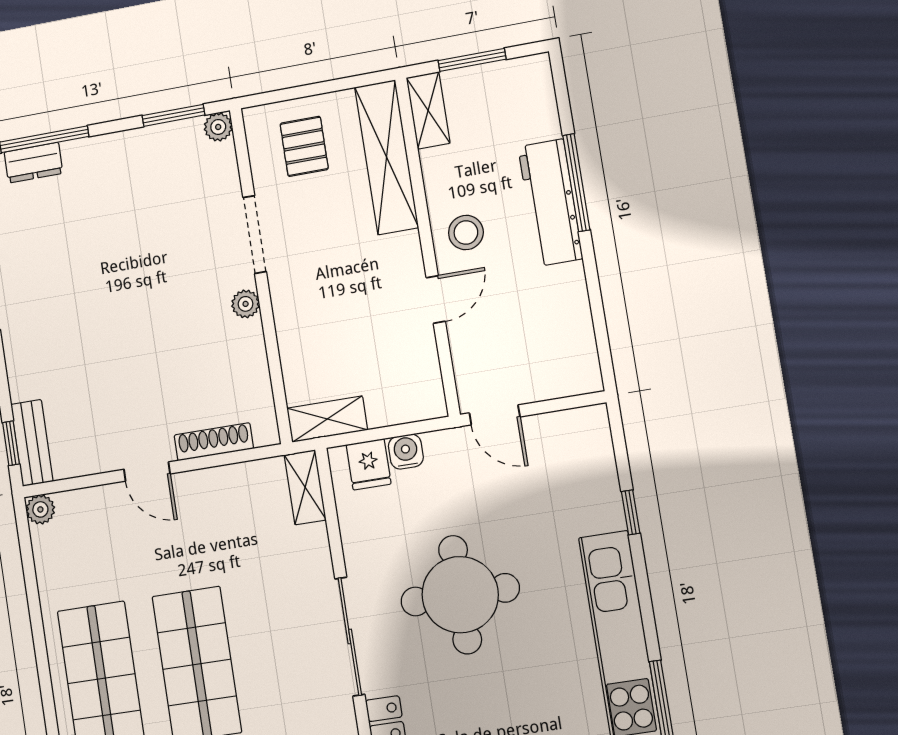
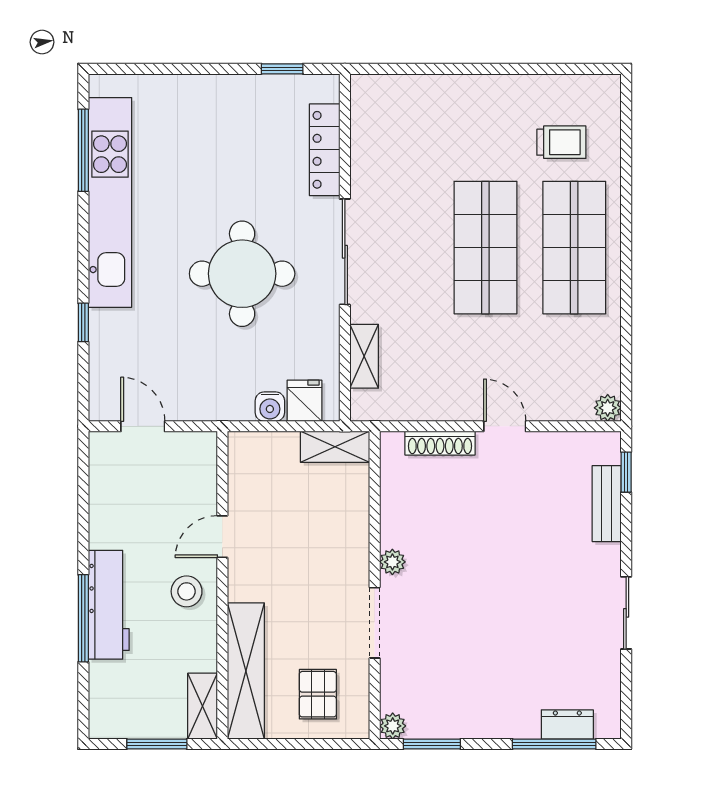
door: (495, 415) -> (143, 426), moved
bench: (32, 443) -> (607, 504), moved
shelving: (305, 487) -> (364, 356), moved

